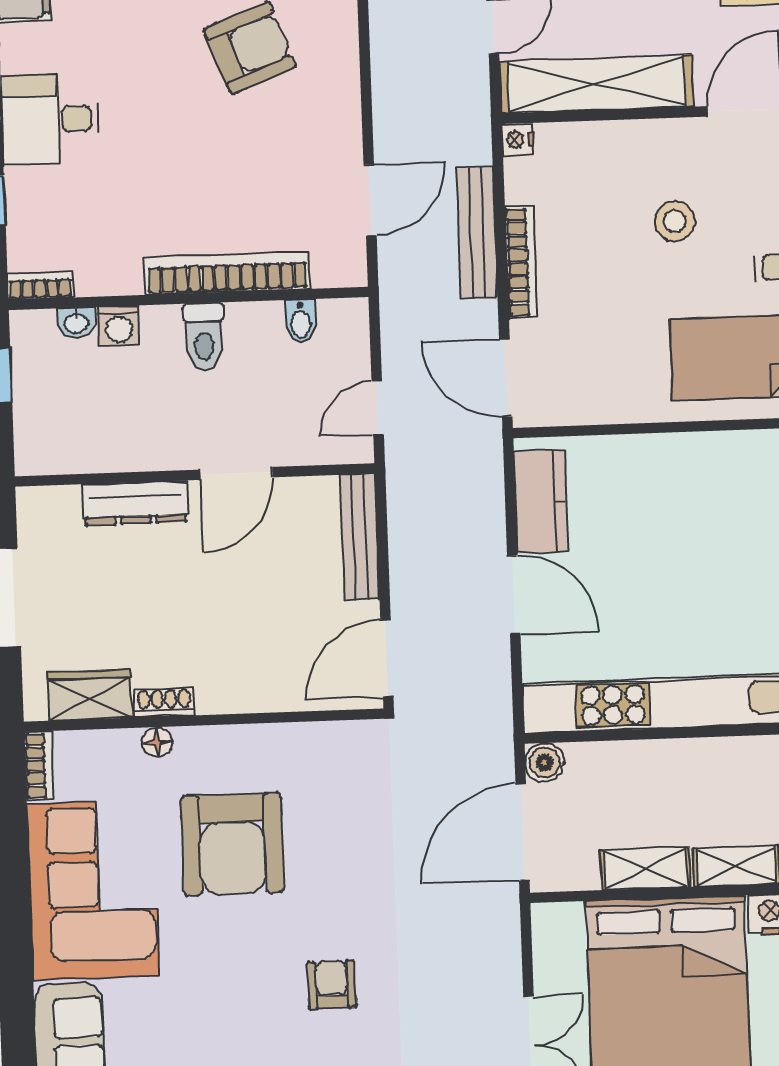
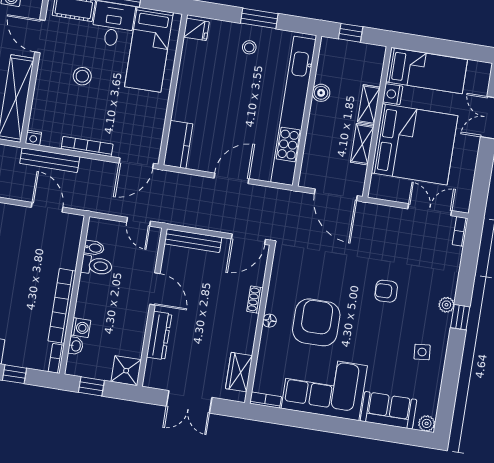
bench: (477, 233) -> (50, 160), moved
bookcase: (227, 273) -> (62, 306), moved
toilet: (204, 337) -> (97, 266), moved
shower: (44, 445) -> (126, 371), added
kitchen counter: (541, 501) -> (178, 144), moved, turned 90
door: (387, 658) -> (248, 239), hinge flipped
shoe rack: (164, 702) -> (255, 300), moved
floor lamp: (157, 742) -> (269, 321), moved
boiler: (545, 763) -> (321, 93), moved
armchair: (232, 844) -> (316, 322), turned -90

